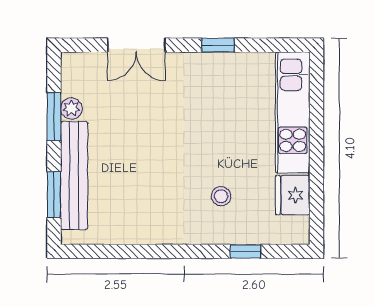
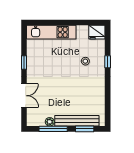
window: (54, 117) -> (53, 129), width x1.44
fridge: (293, 195) -> (97, 32), moved
window: (245, 251) -> (108, 62), moved

